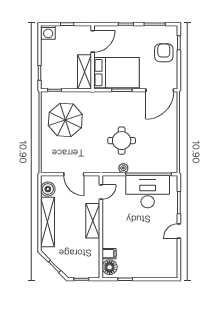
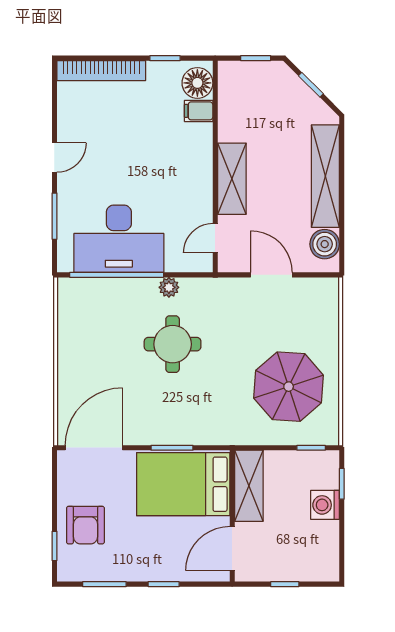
washing machine: (48, 32) -> (325, 505), moved, turned -90
bookcase: (156, 273) -> (101, 71), added

